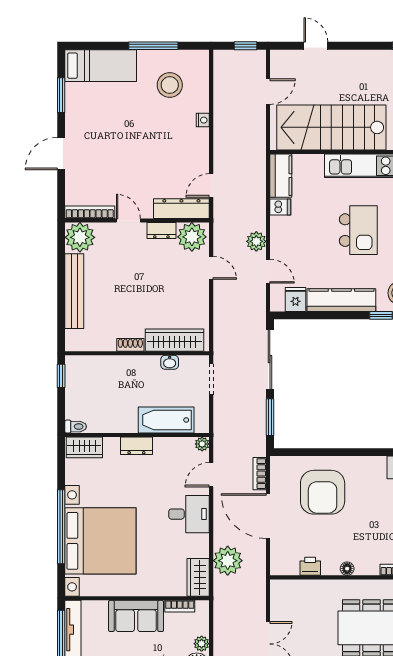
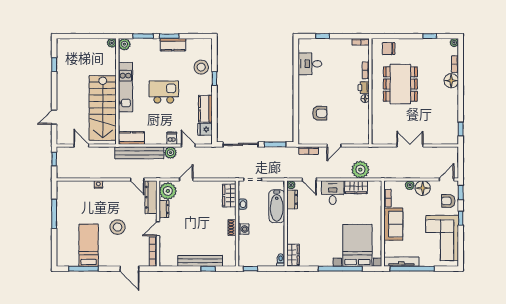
bed: (101, 66) -> (89, 245), moved
stool: (170, 85) -> (118, 227), moved
window: (61, 95) -> (83, 269), width x1.44
door: (61, 154) -> (129, 269), moved
bench: (256, 189) -> (139, 153), added
dishwasher: (280, 207) -> (172, 138), moved
plant: (80, 237) -> (168, 258), removed
door: (268, 271) -> (188, 146), hinge flipped
kitchen counter: (341, 300) -> (205, 109), width x0.67
window: (61, 305) -> (208, 269), added
wardrobe: (174, 340) -> (229, 196), width x0.67
washing machine: (128, 364) -> (244, 229), added
dresser: (136, 446) -> (292, 199), moved
armchair: (323, 492) -> (320, 113), width x0.53, depth x0.53
door: (268, 516) -> (334, 146), width x0.53
bed with nightstands: (100, 541) -> (357, 245), width x0.73
printer: (310, 566) -> (364, 88), moved
wardrobe: (198, 577) -> (356, 187), moved

